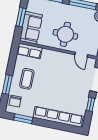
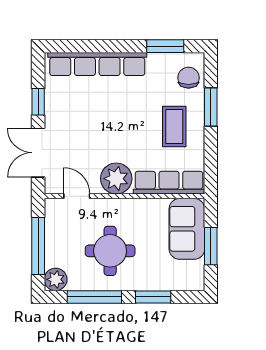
round table: (65, 34) -> (110, 251), moved
row of seats: (29, 51) -> (169, 183), width x1.48
plant: (60, 59) -> (116, 179), added

